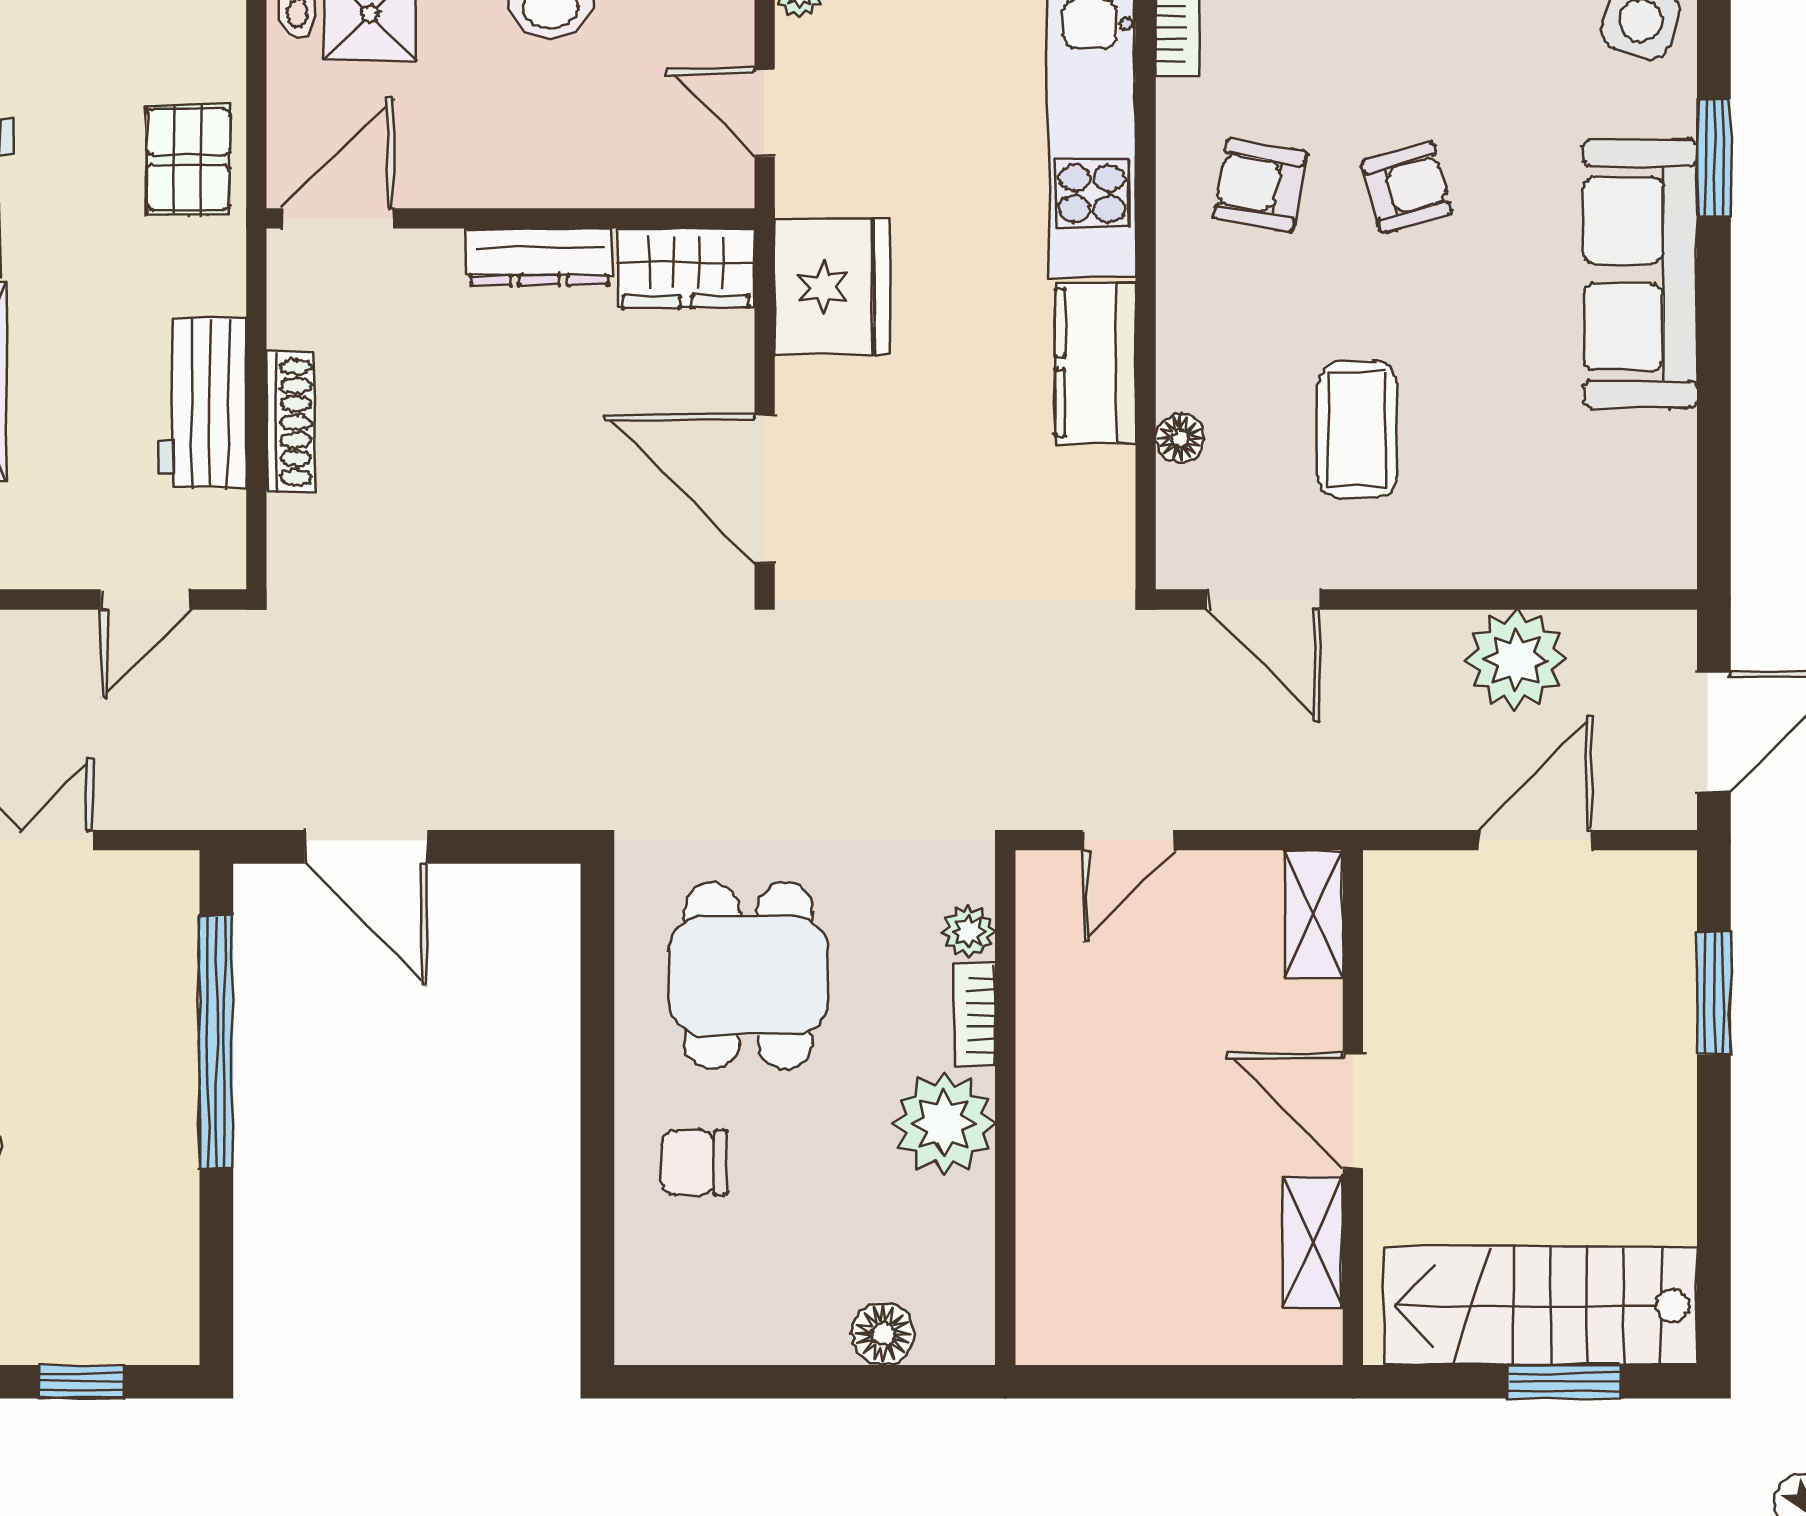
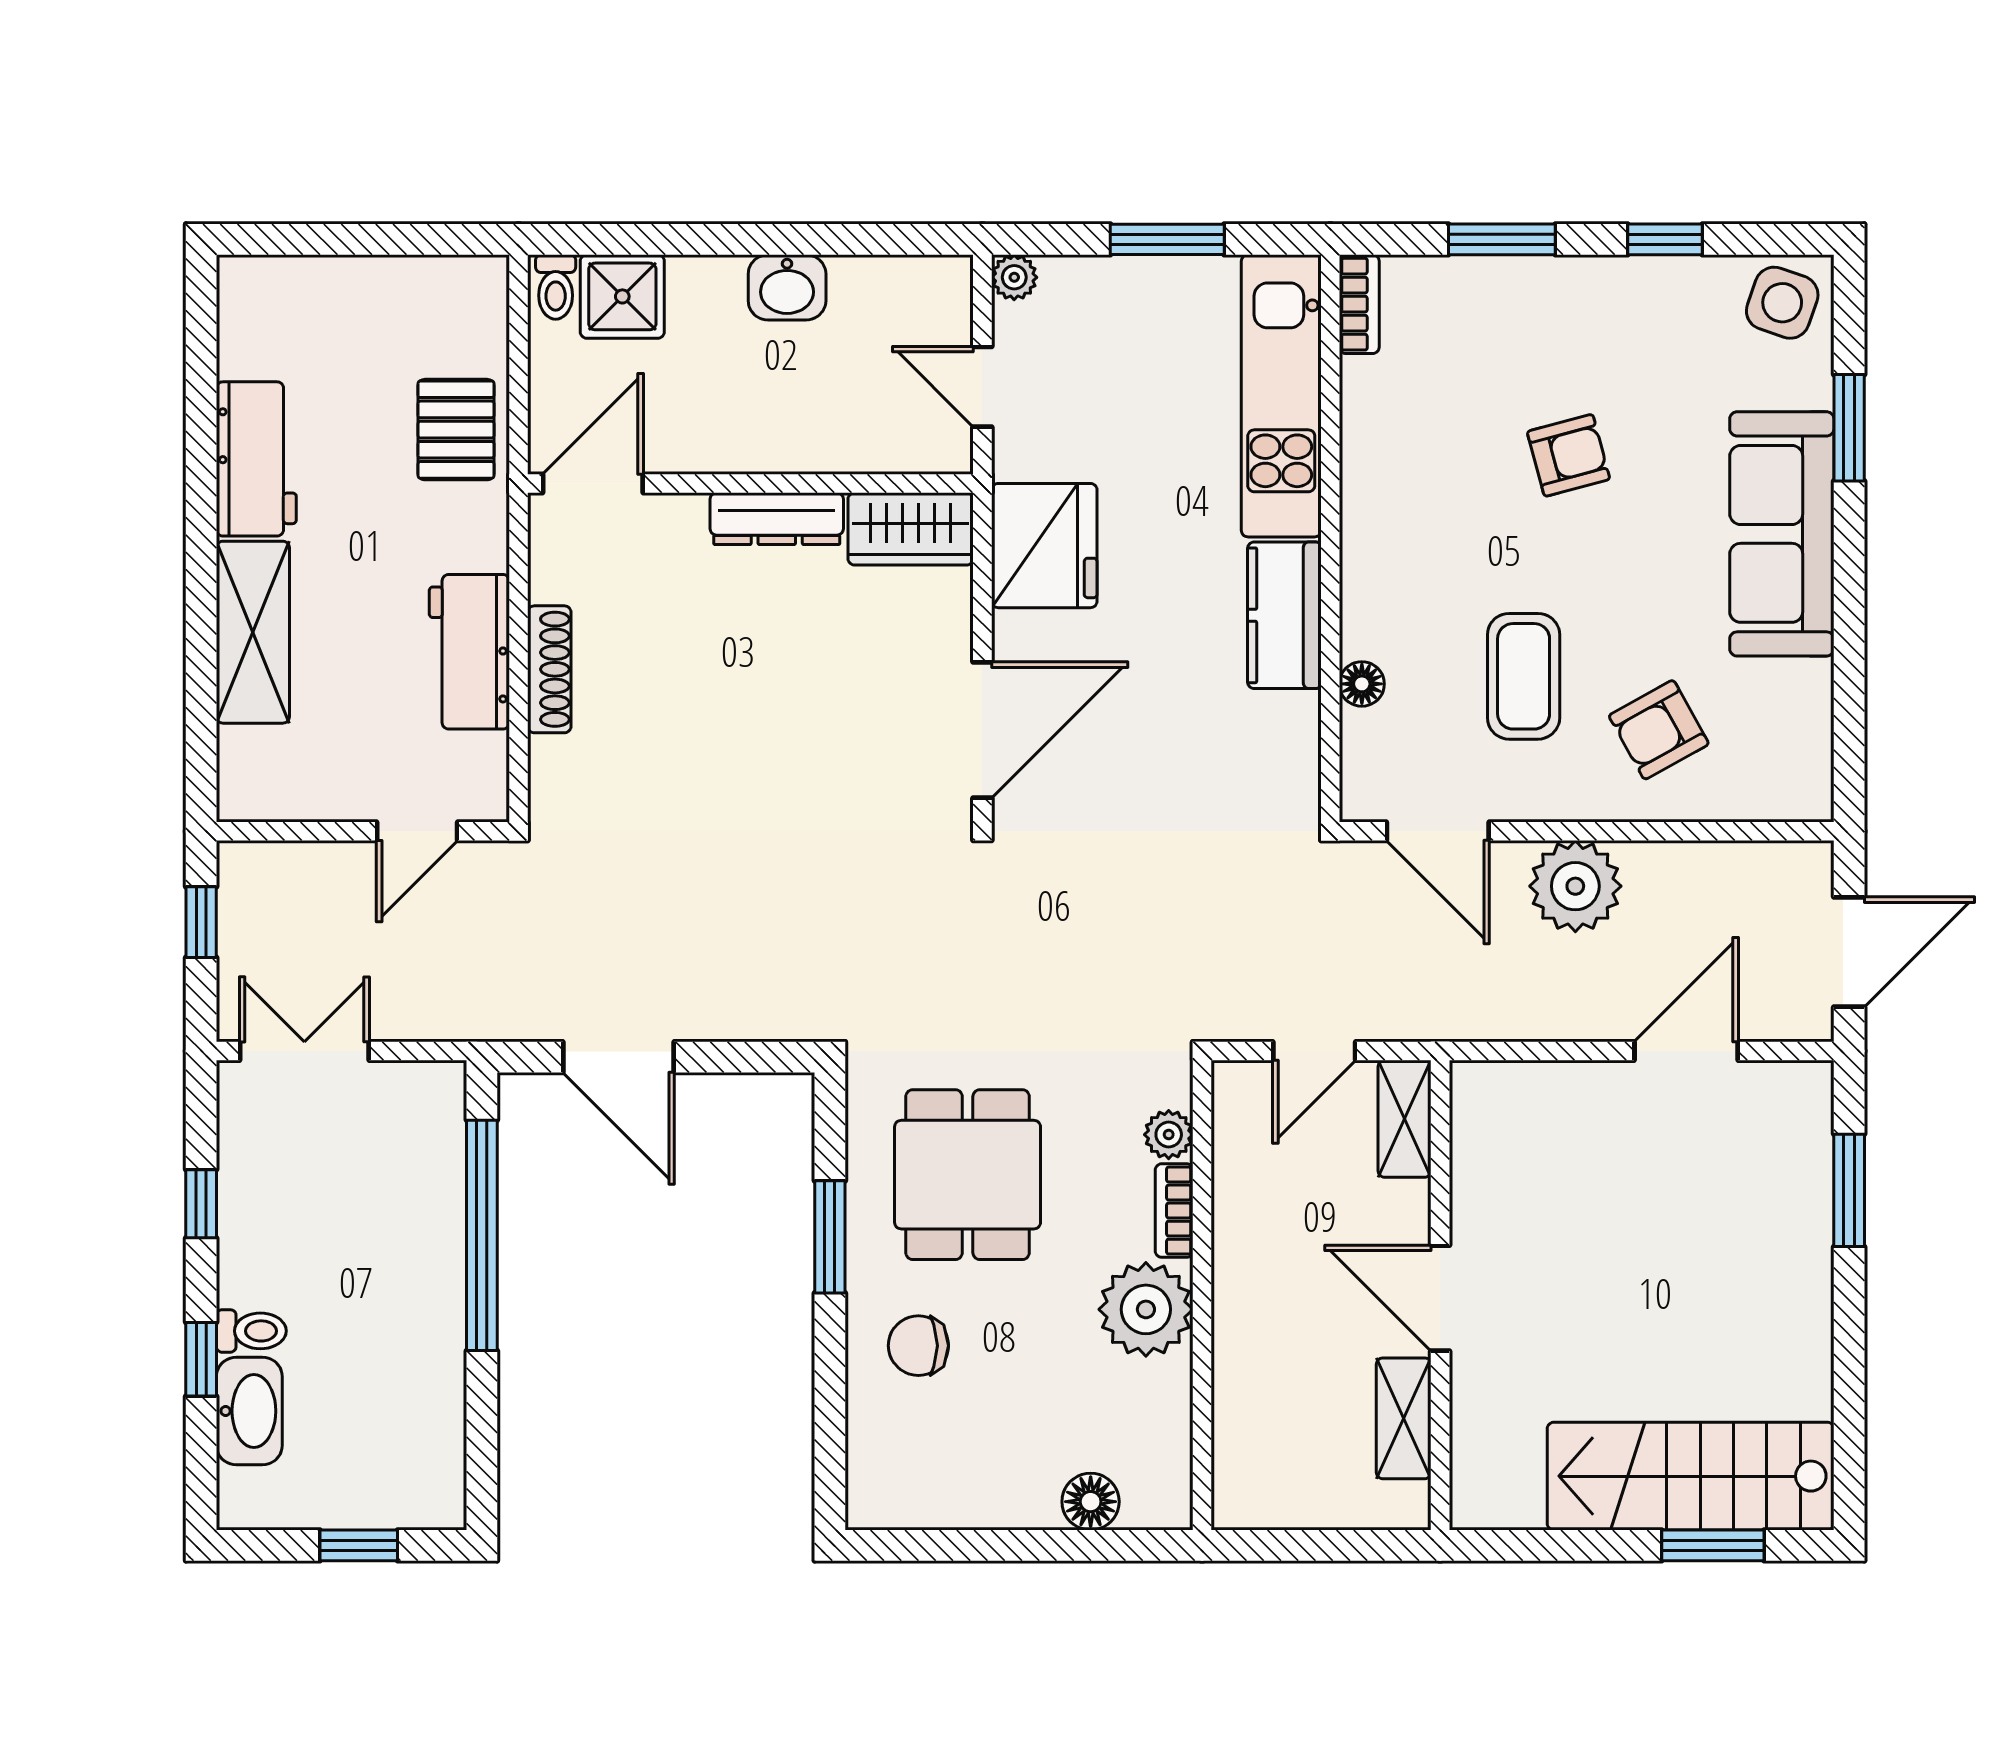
armchair: (1260, 185) -> (1659, 730), moved, turned -39
door: (765, 489) -> (982, 730), swing flipped
plant: (1516, 660) -> (1575, 886), moved
shelving: (1314, 914) -> (1405, 1119), moved
window: (597, 1044) -> (830, 1237), added
wall: (1353, 1108) -> (1440, 1295), moved
door: (1353, 1111) -> (1440, 1298), moved
shelving: (1313, 1243) -> (1404, 1418), moved

